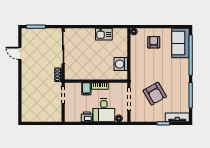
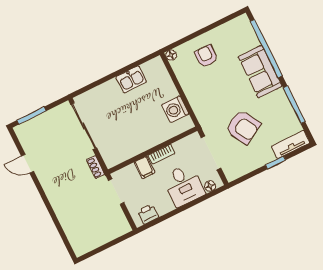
sofa: (180, 43) -> (260, 72), moved
printer: (87, 117) -> (148, 214), moved

